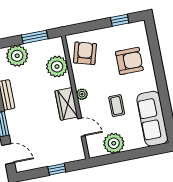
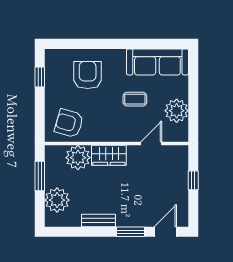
plant: (82, 94) -> (114, 136), removed
wardrobe: (66, 104) -> (109, 155), moved

